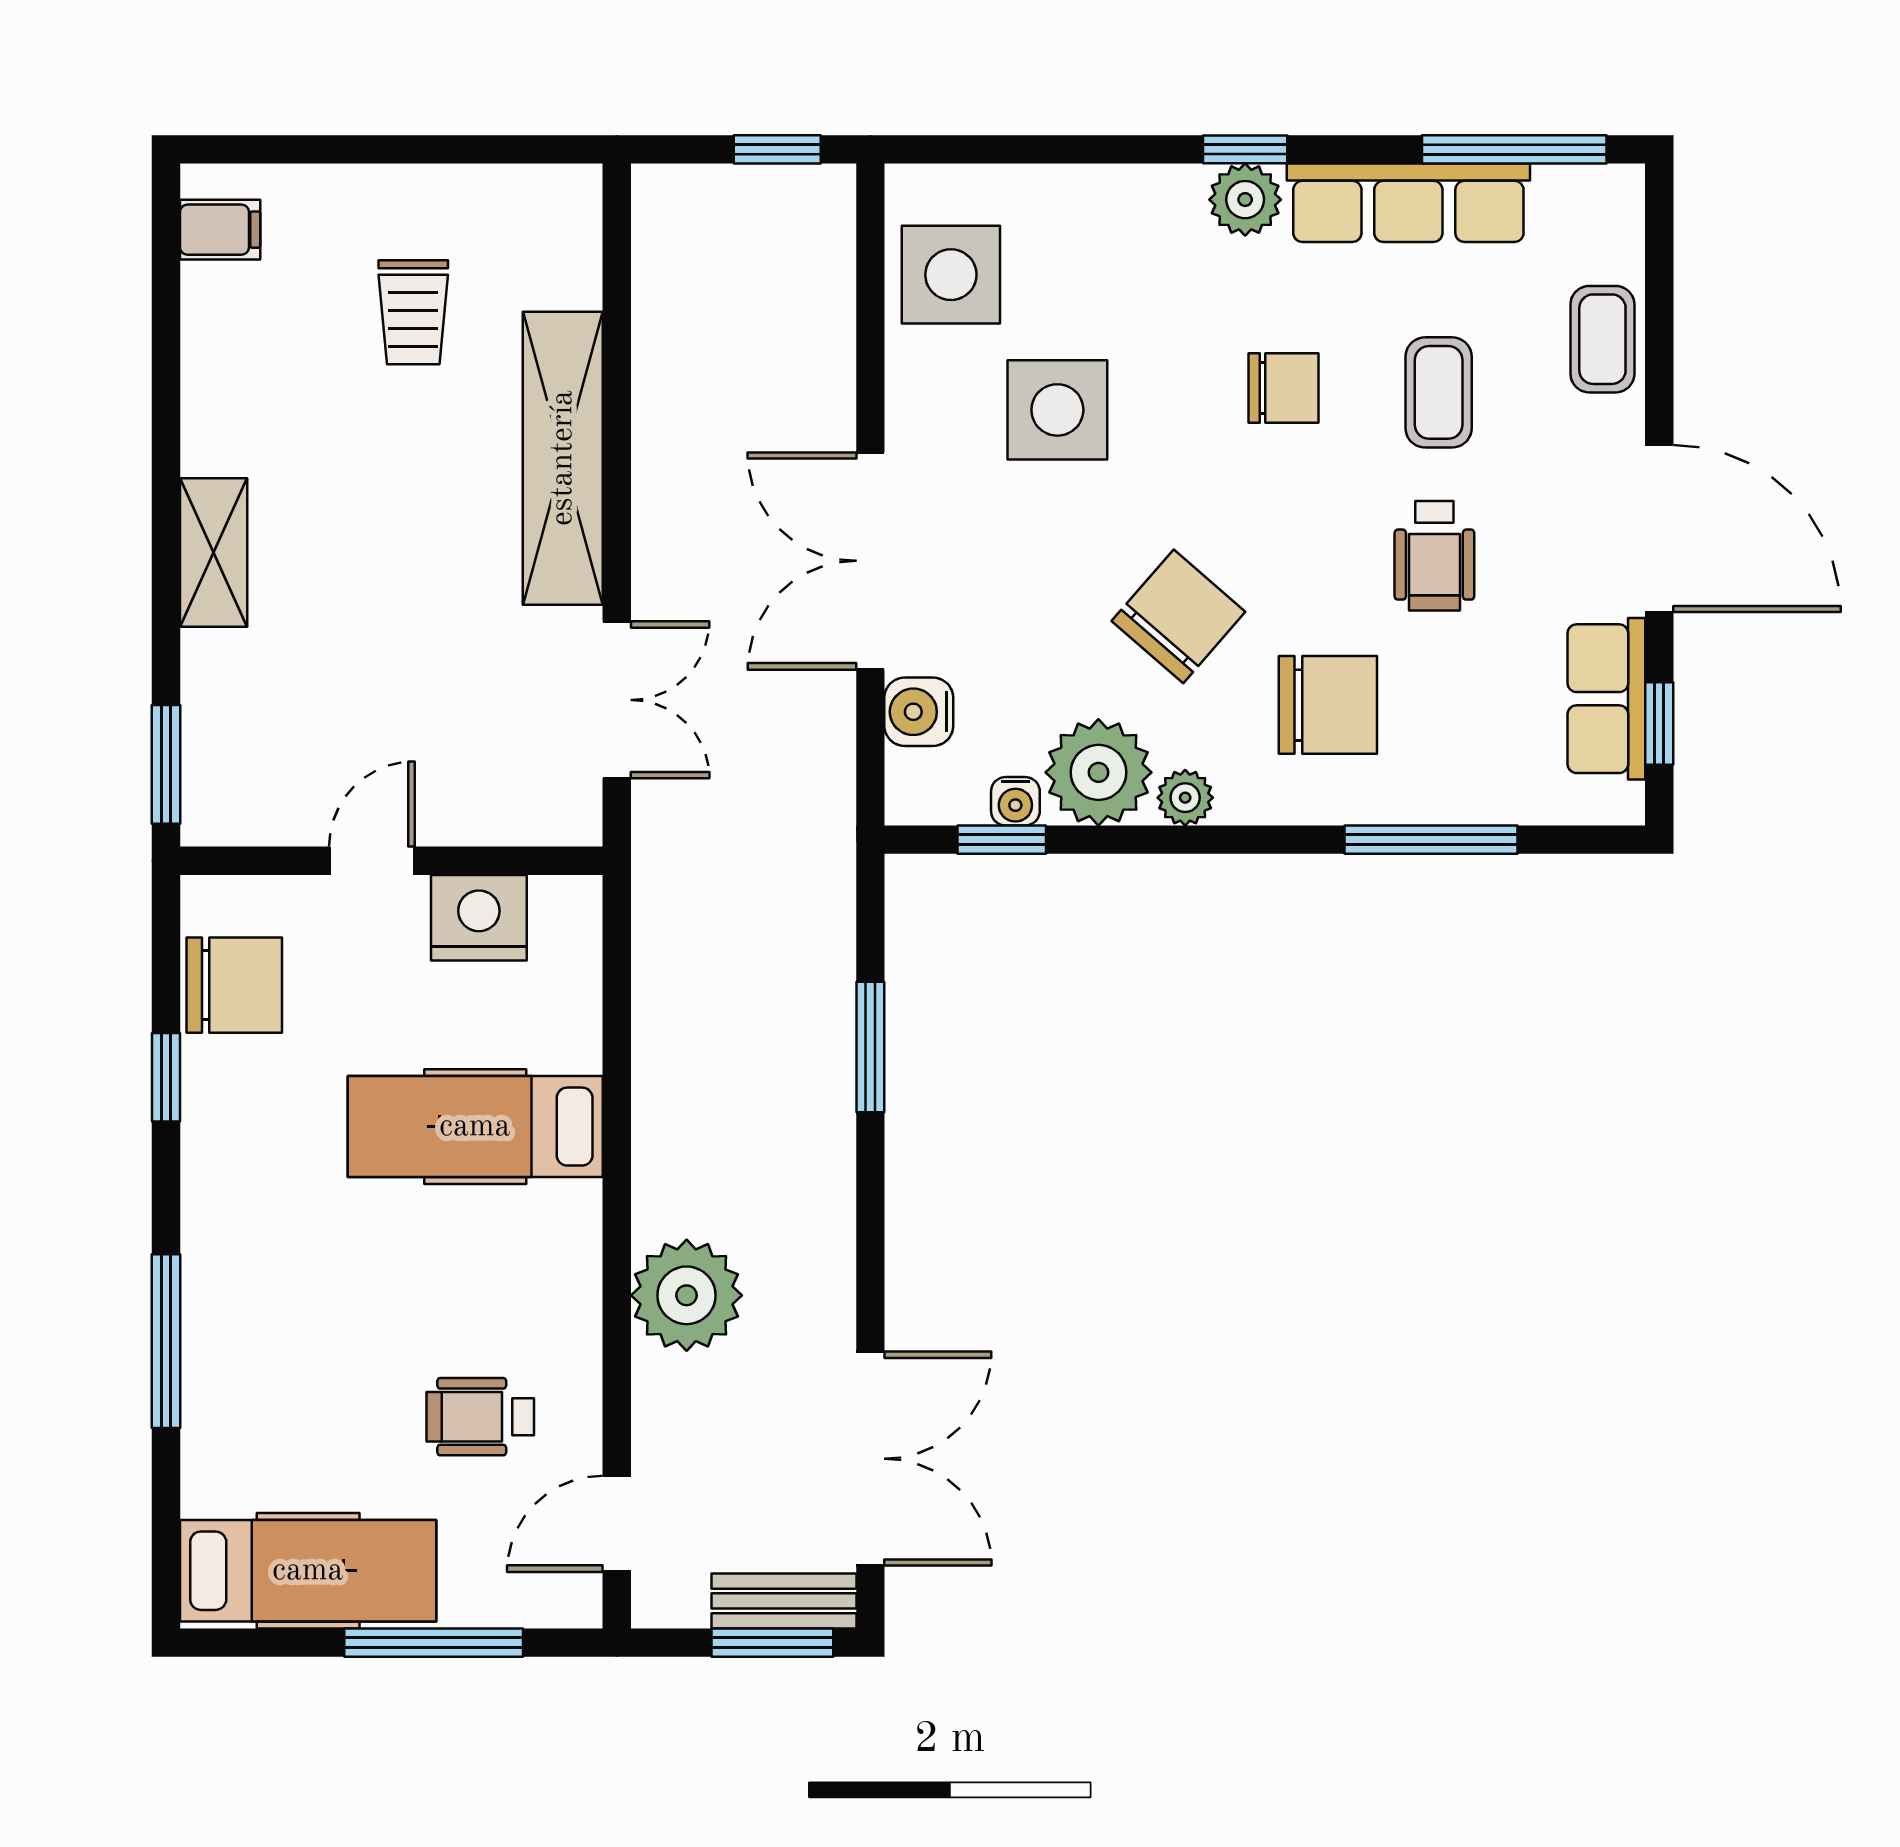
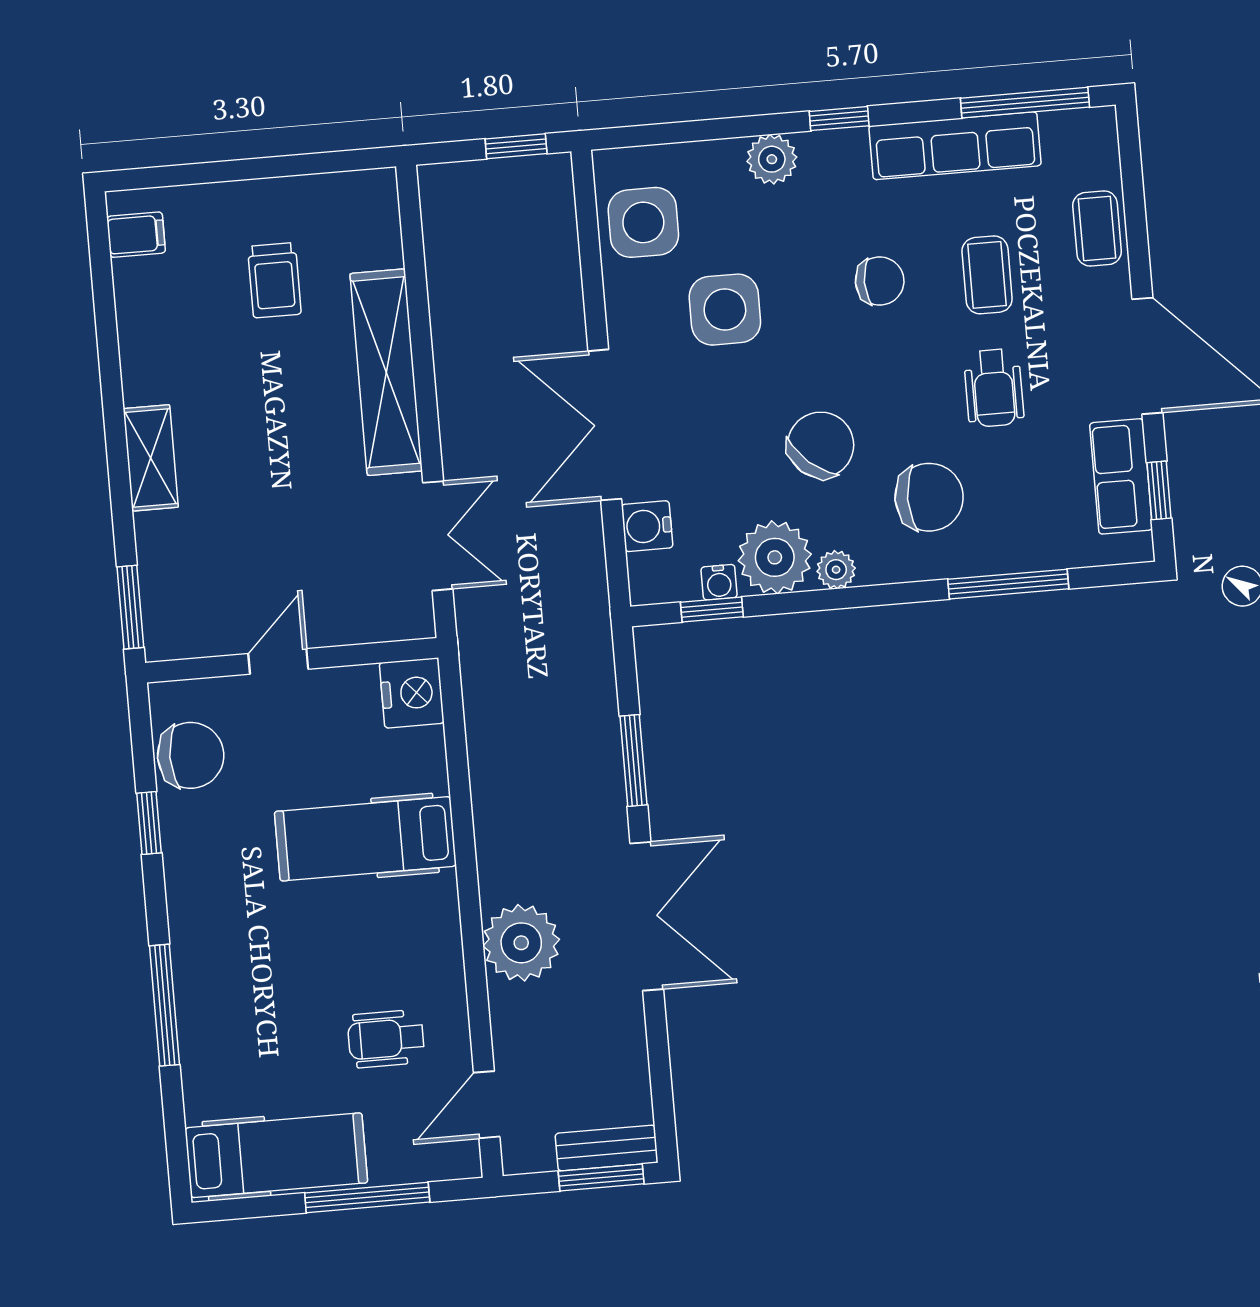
plant: (1245, 200) -> (772, 159), moved
nightstand: (479, 918) -> (412, 693), moved, turned 90
double door: (870, 1459) -> (647, 916), moved

